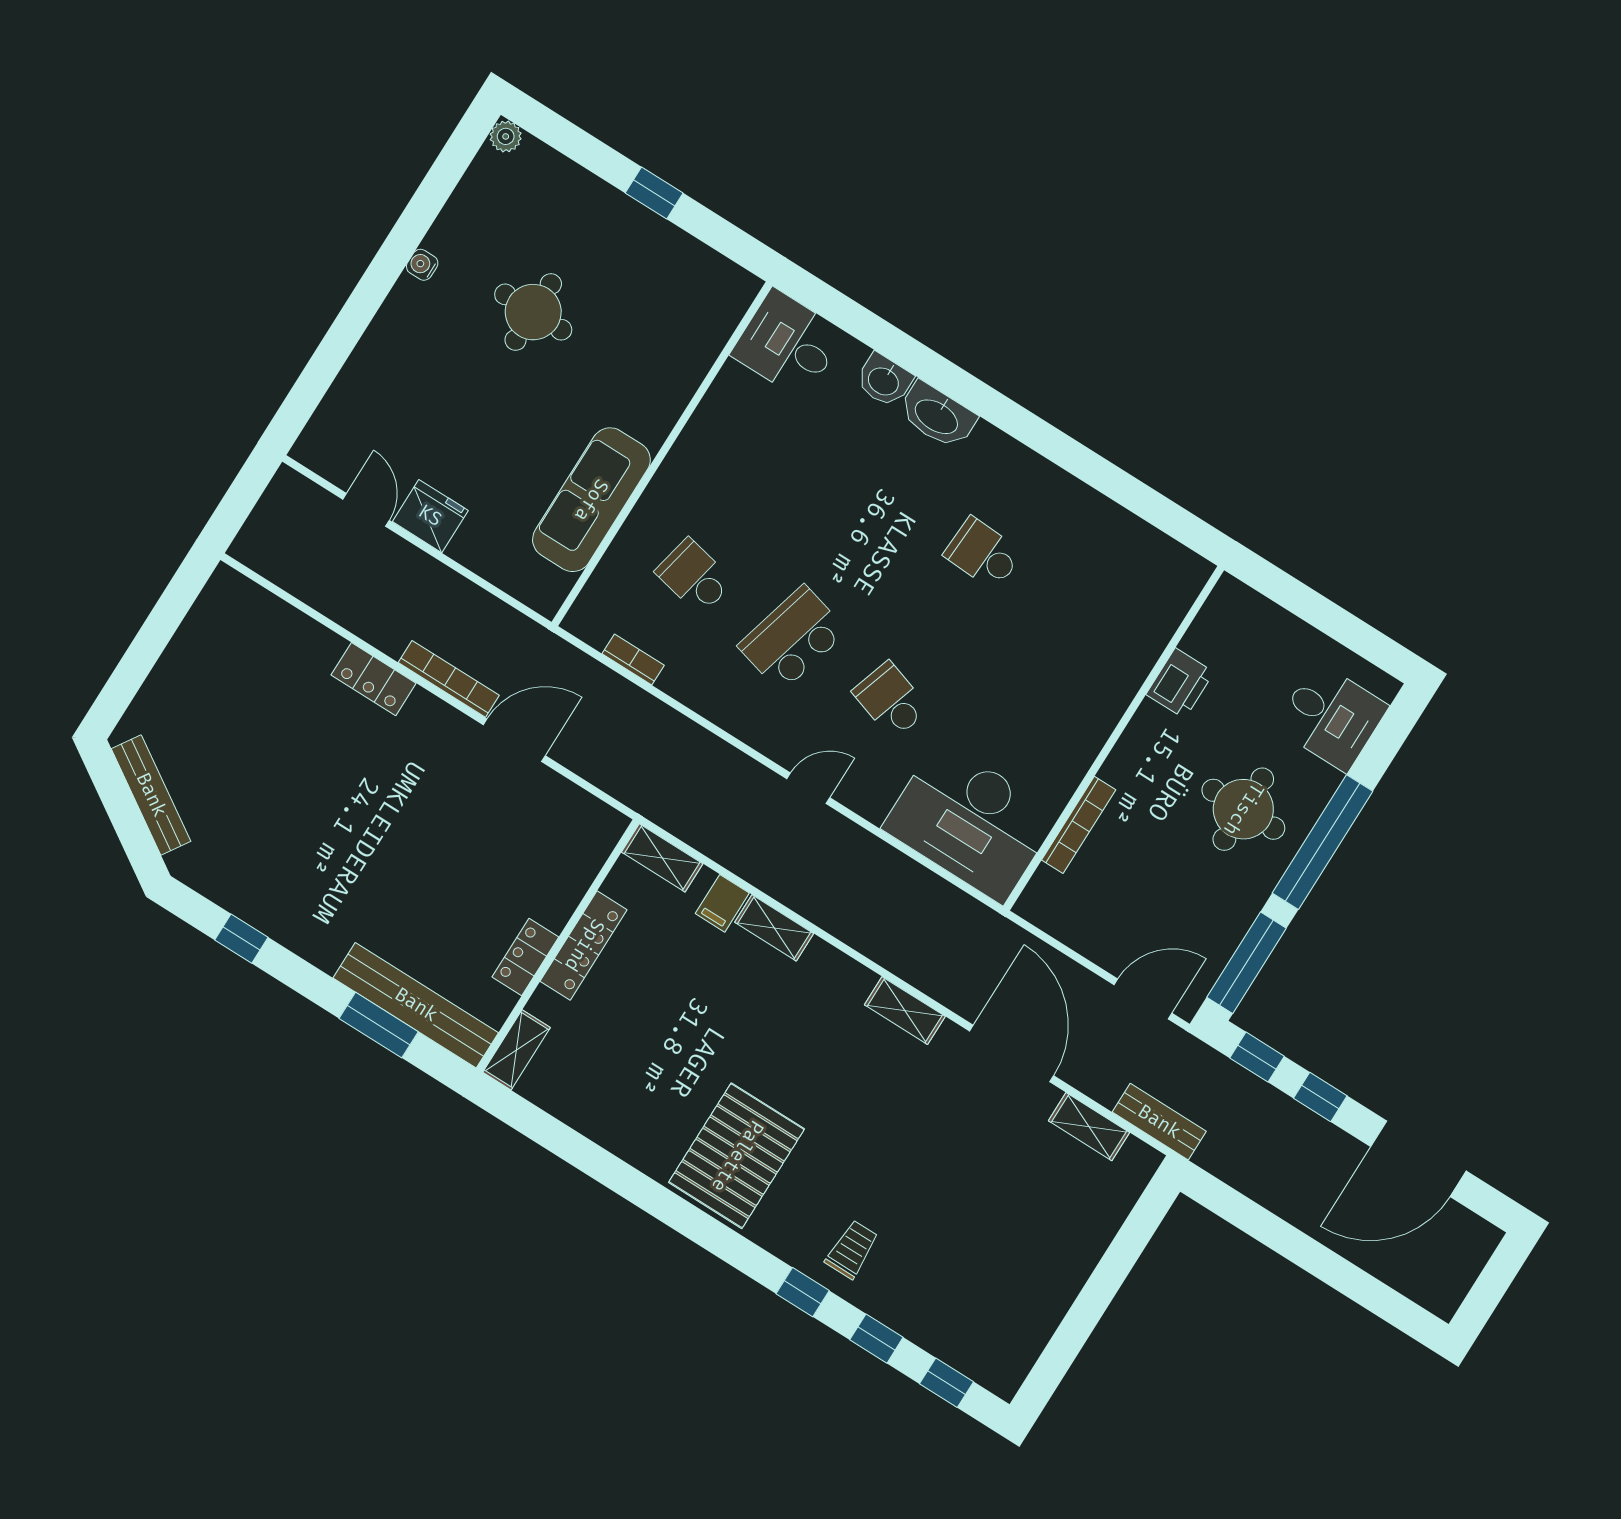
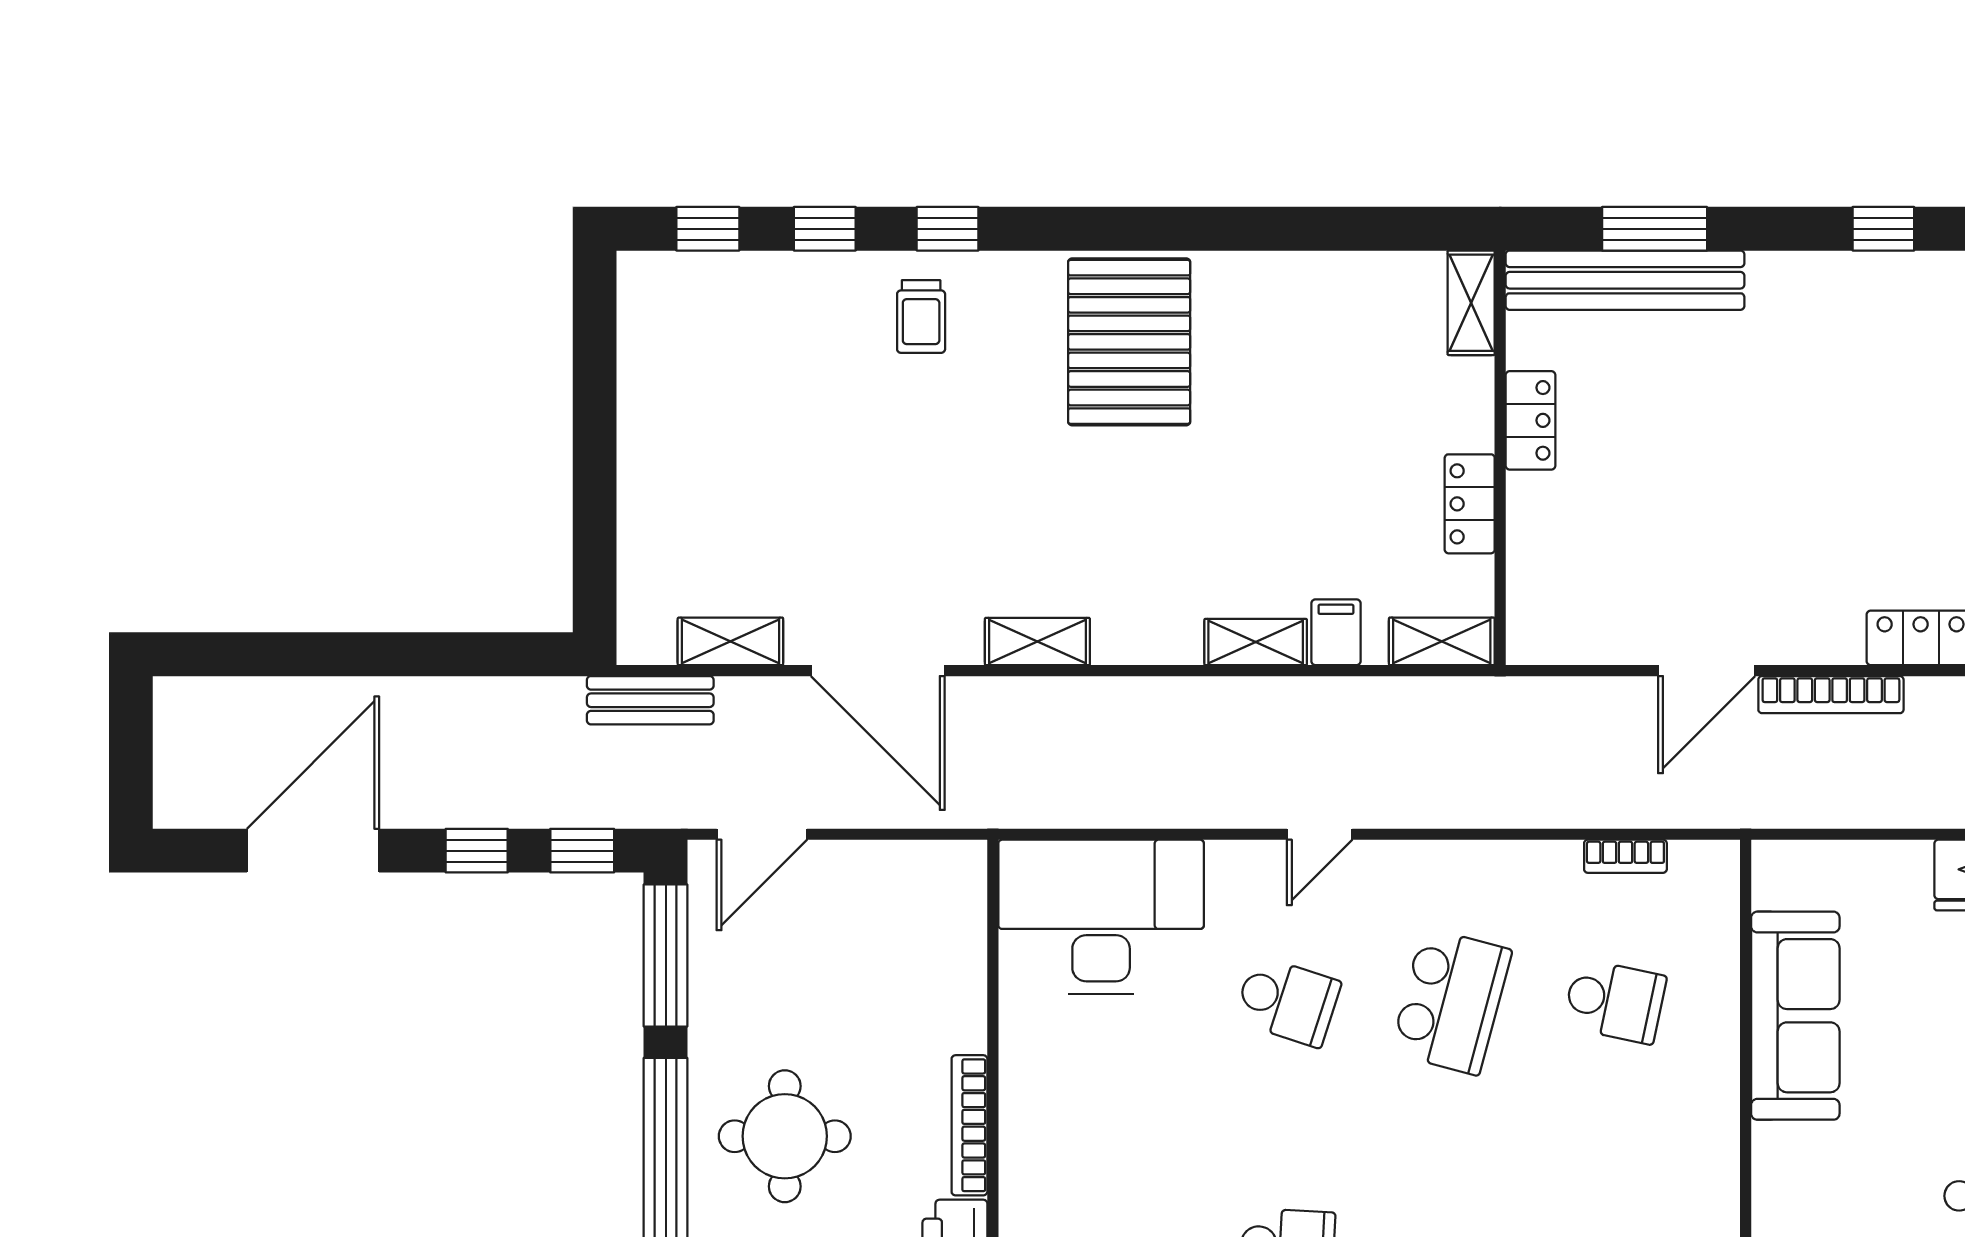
bookcase: (1079, 825) -> (969, 1125), moved
locker: (584, 945) -> (1470, 504), width x0.66

